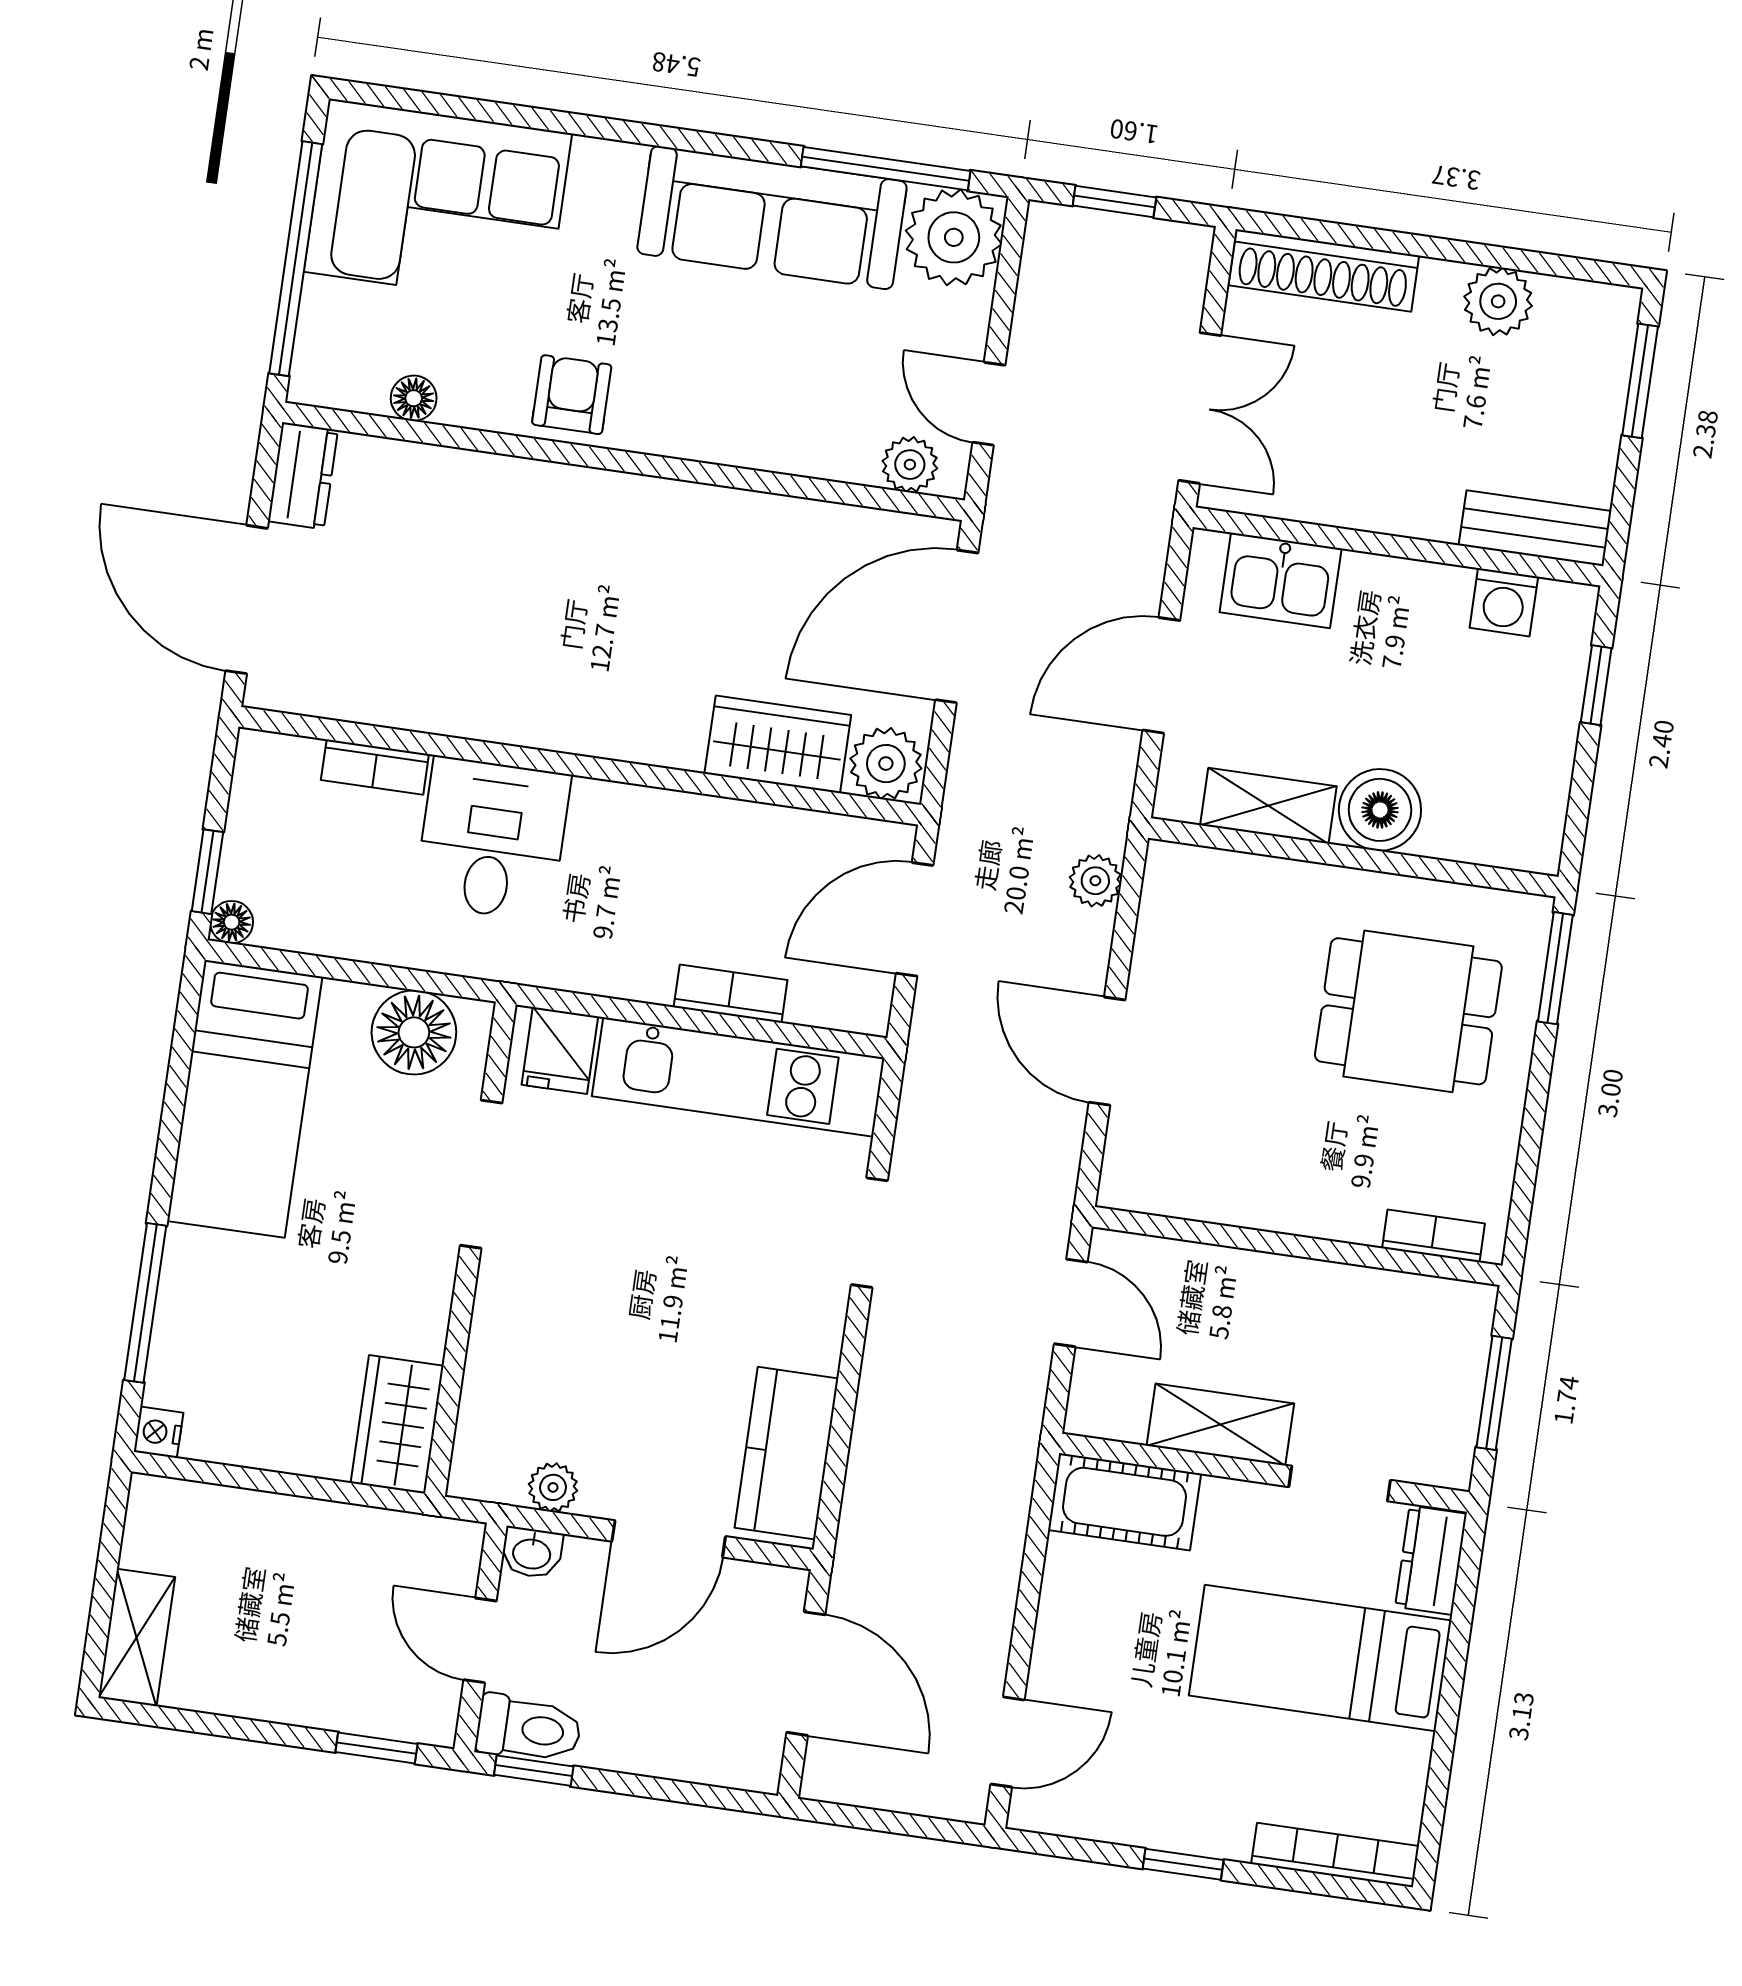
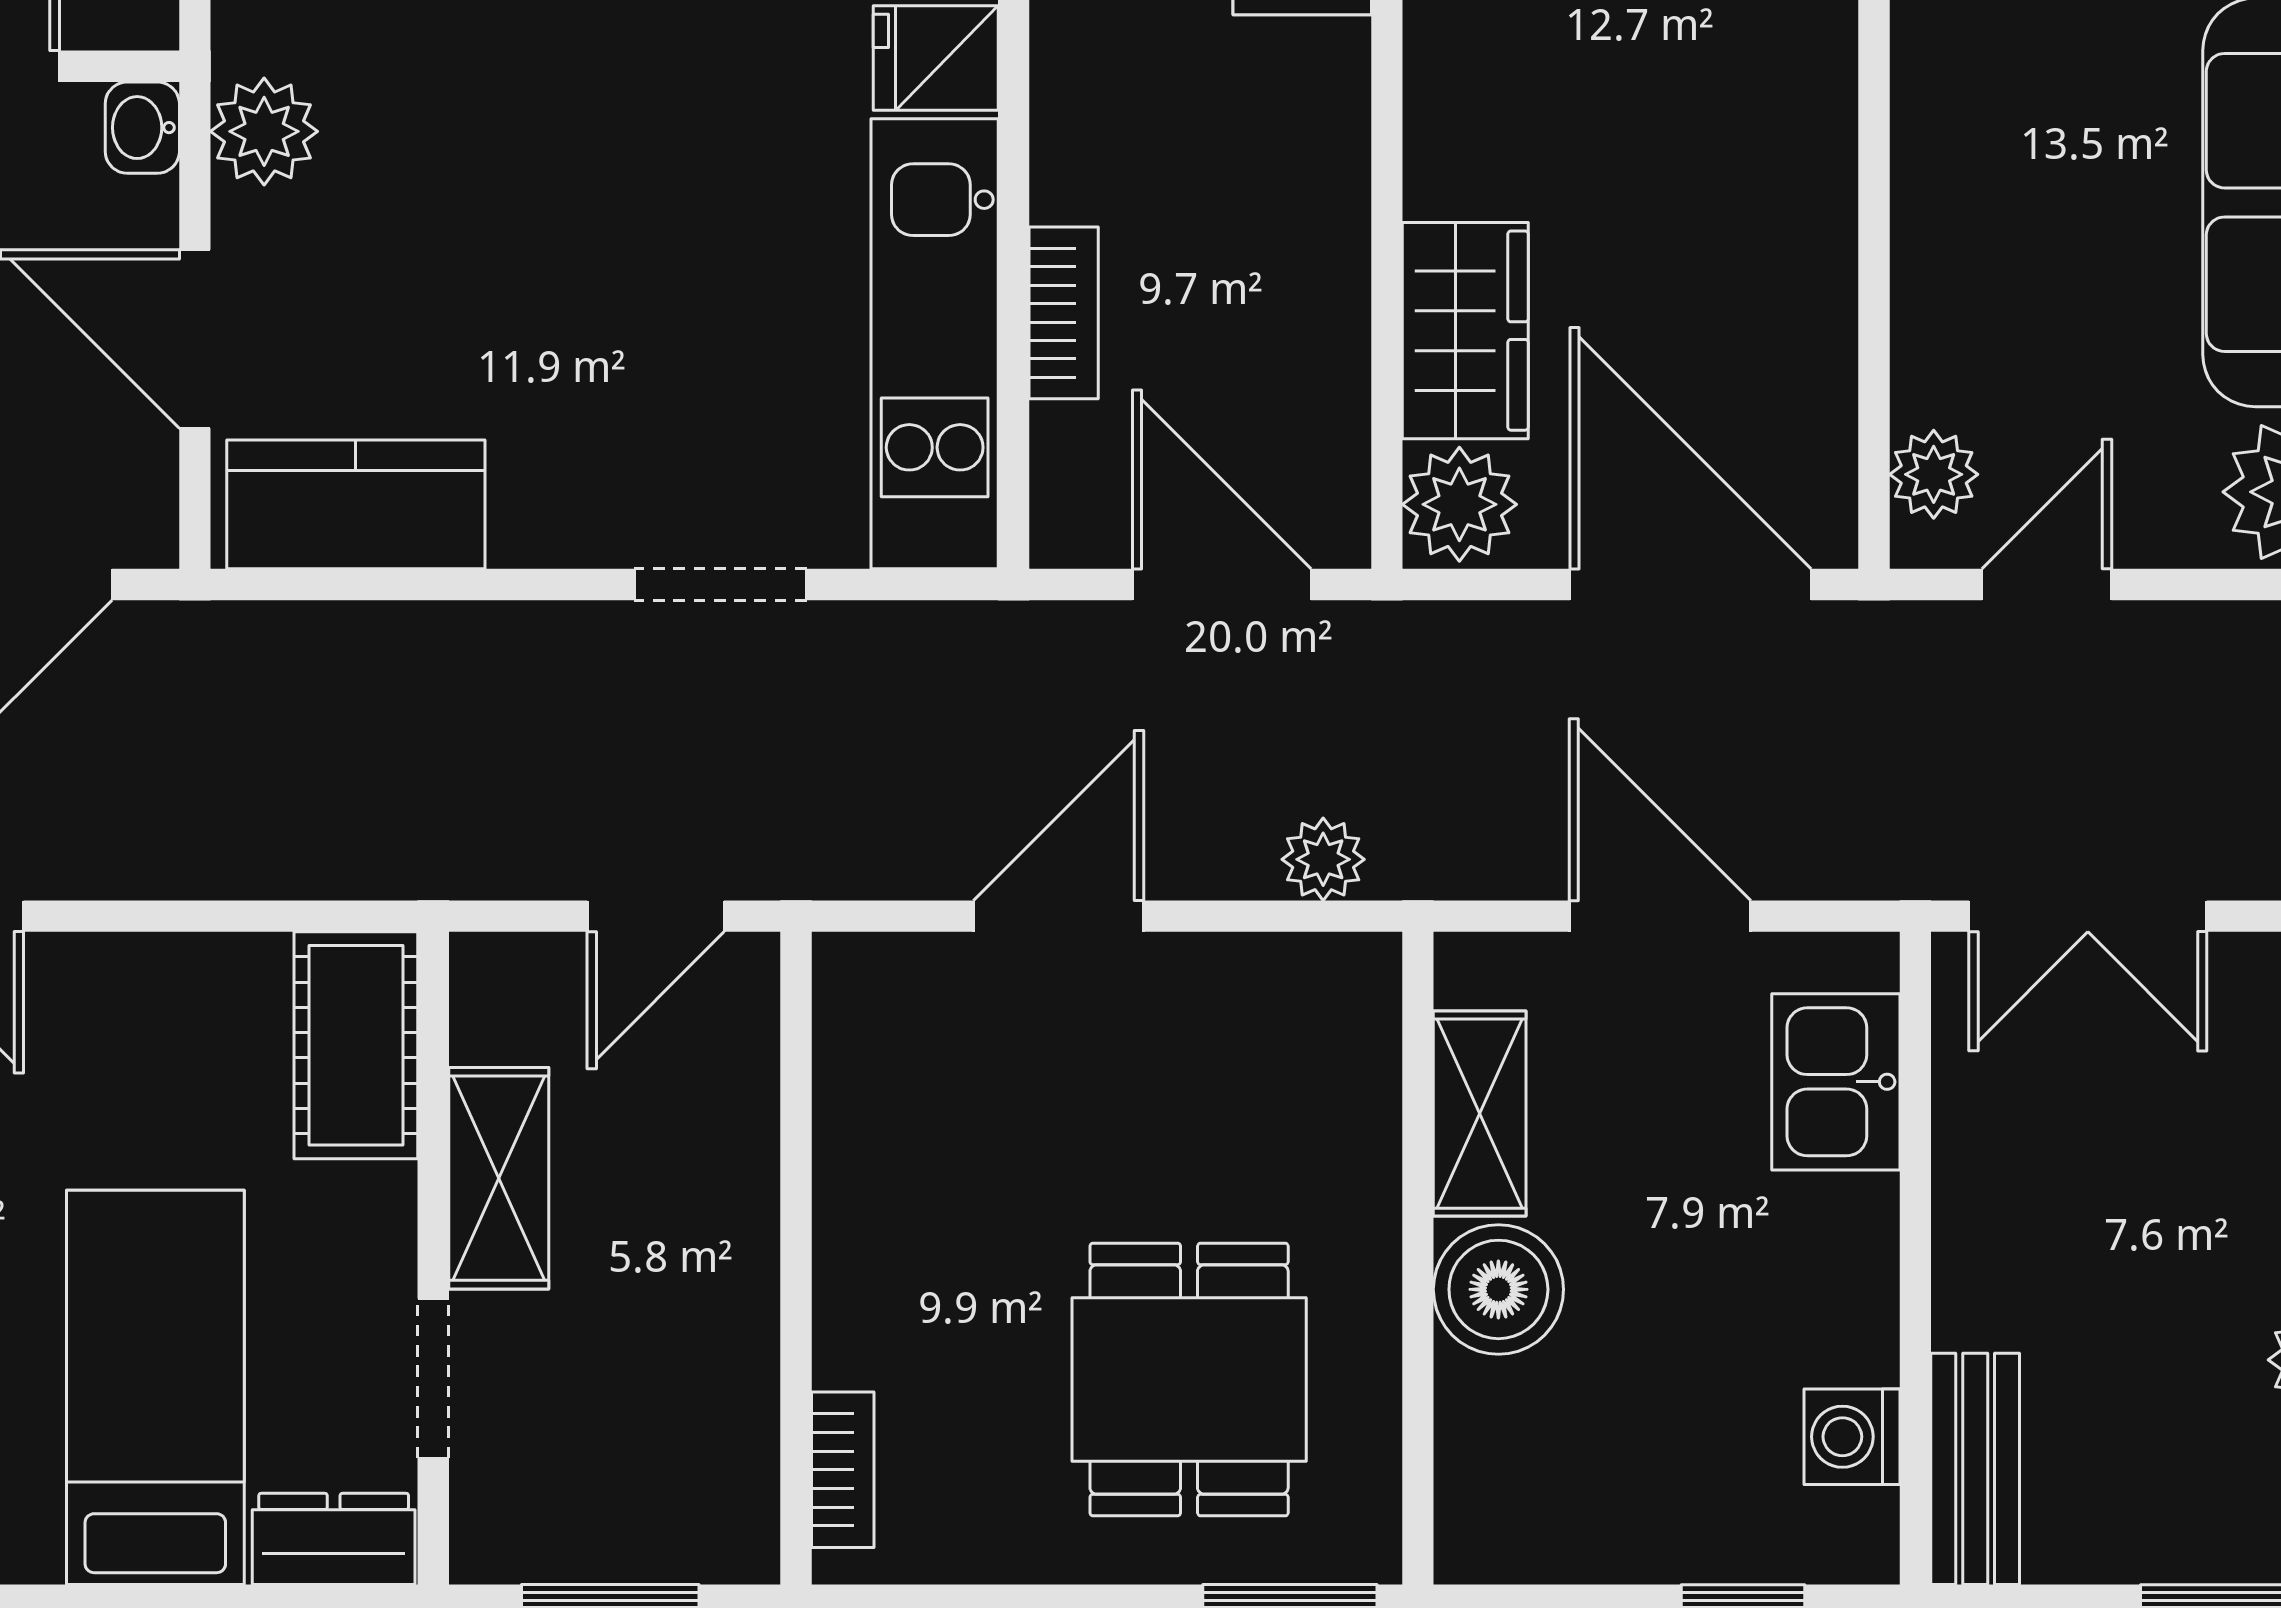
plant: (553, 1487) -> (264, 131), width x1.38, depth x1.38

